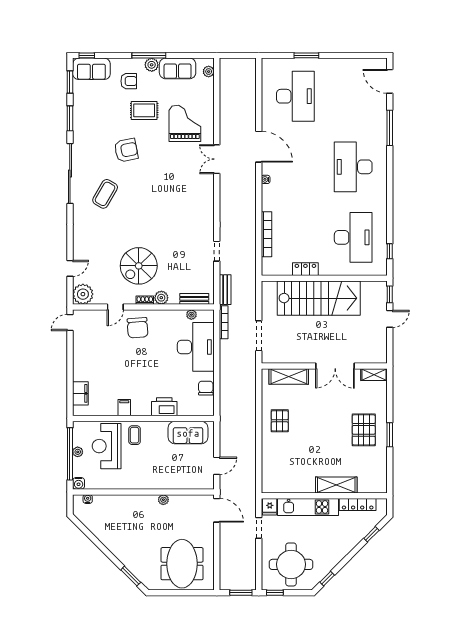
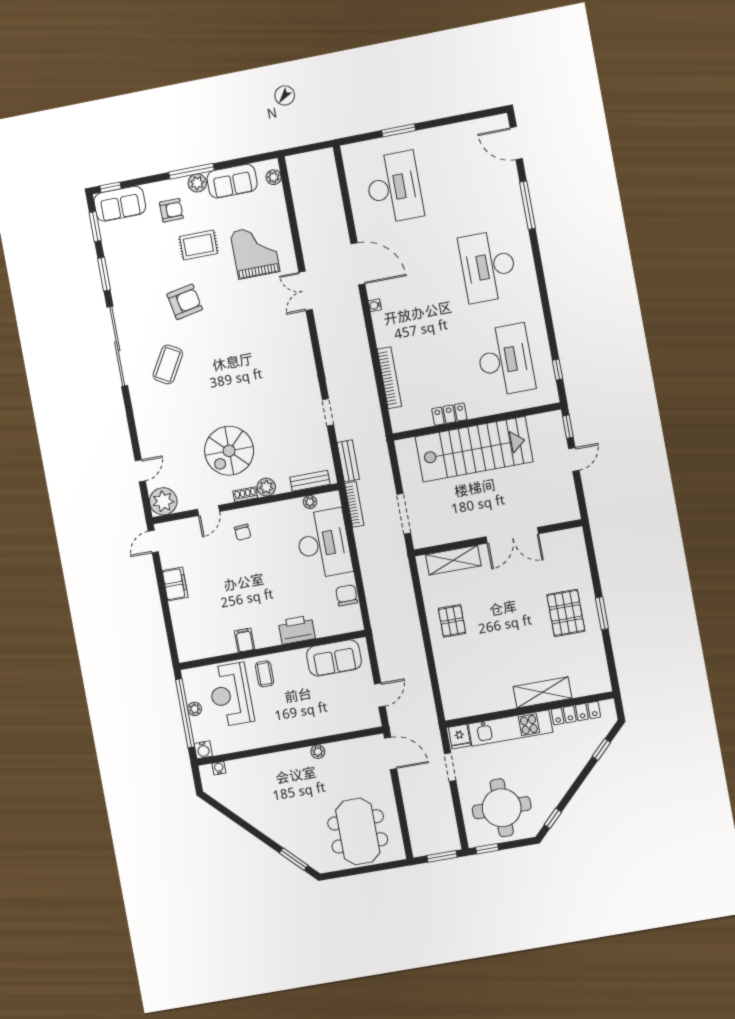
chair: (138, 328) -> (243, 532), width x0.54, depth x0.54
shelving: (374, 375) -> (566, 537), removed
filing cabinet: (80, 393) -> (175, 584), moved

